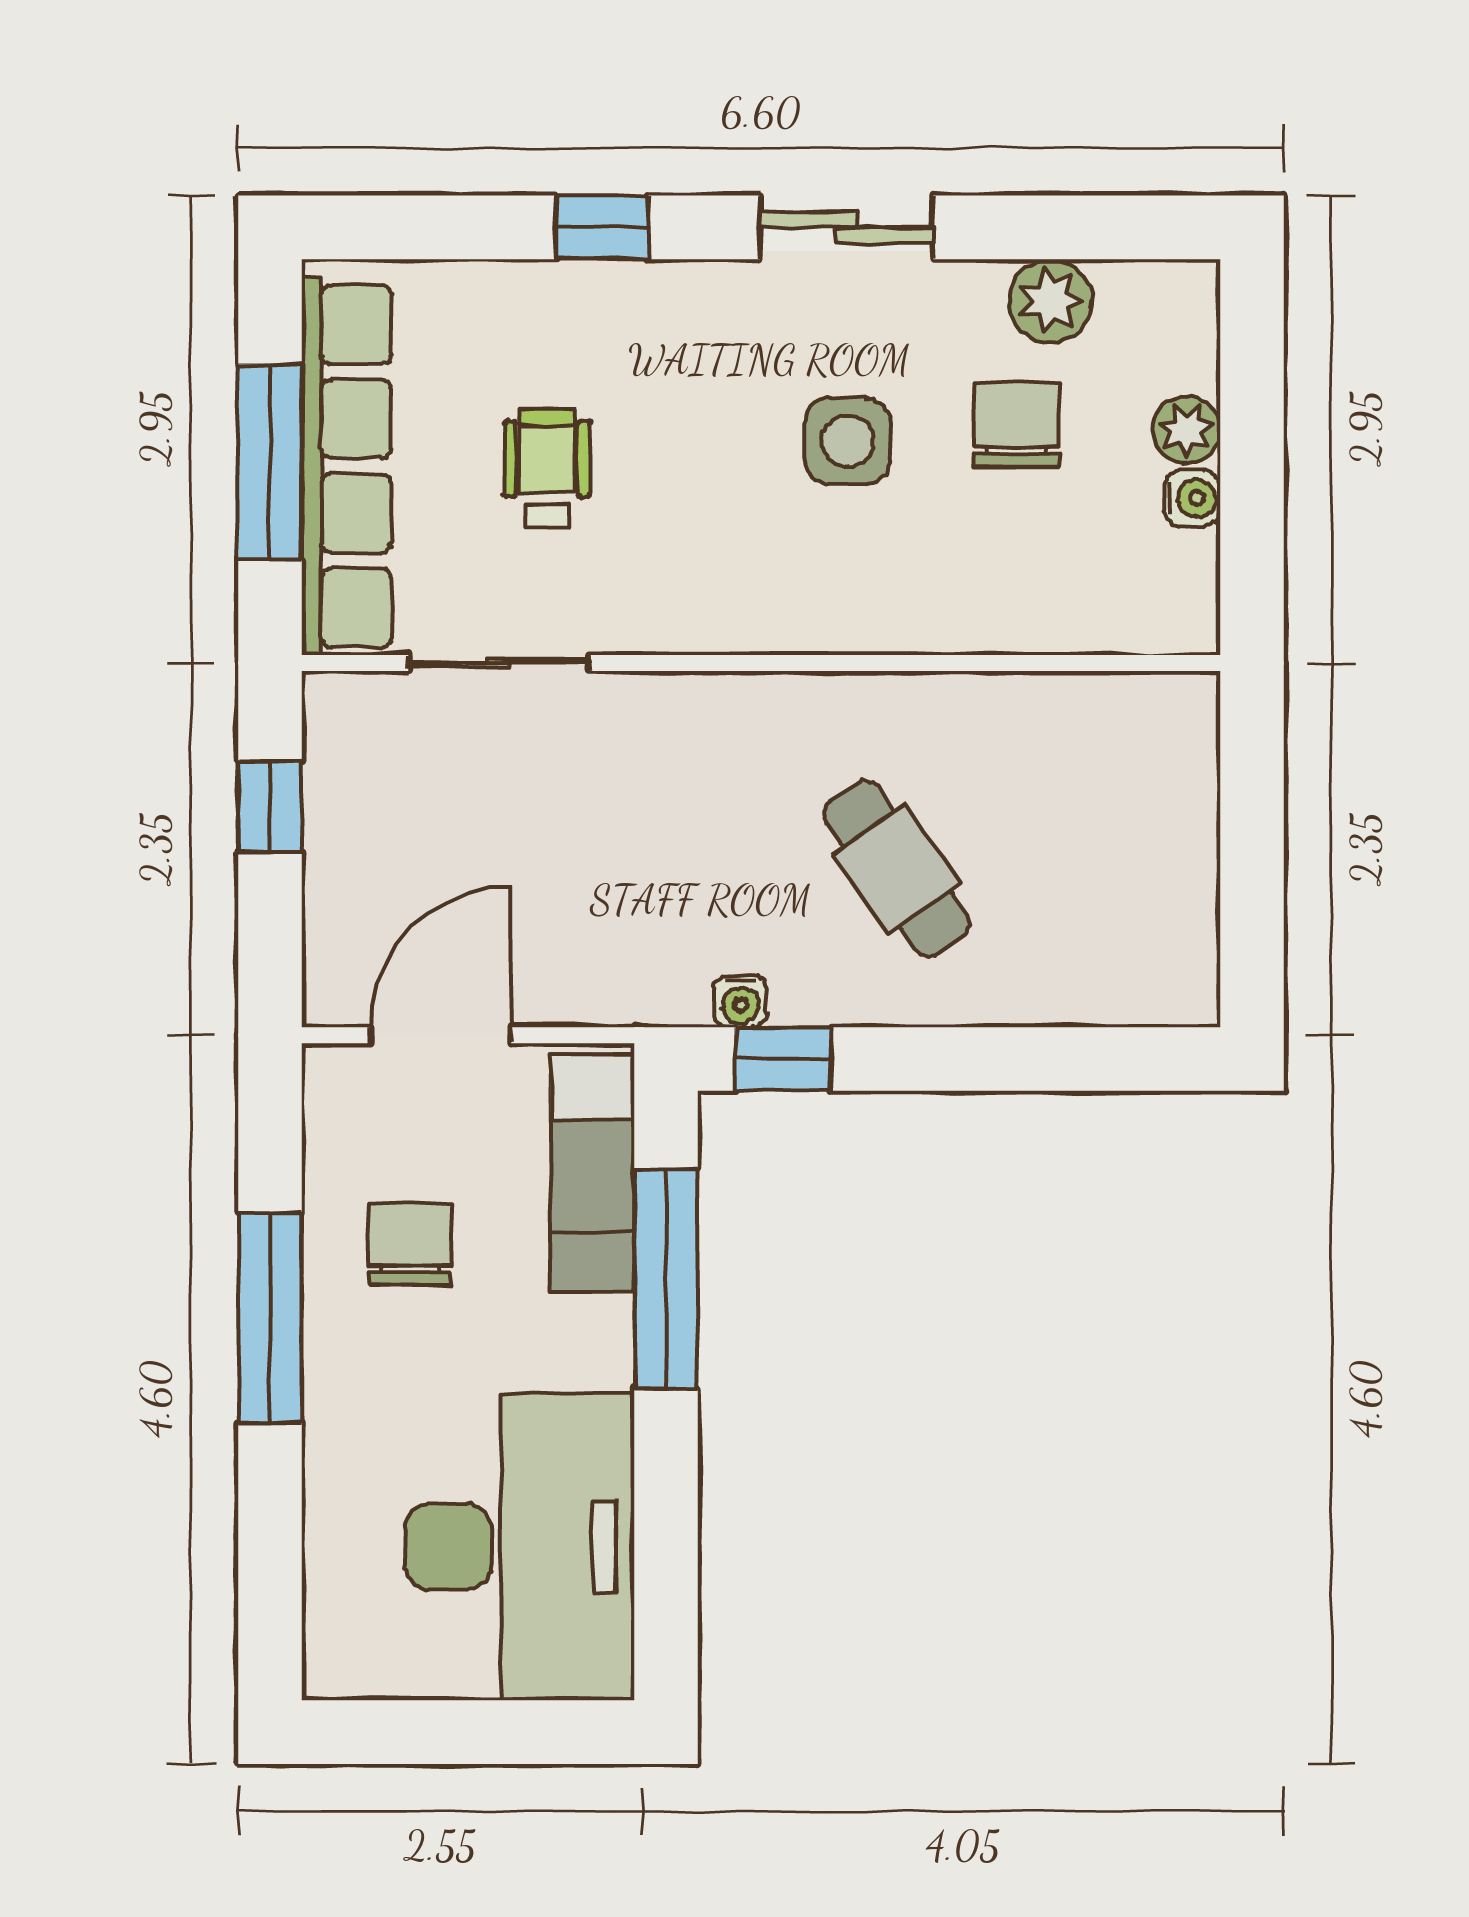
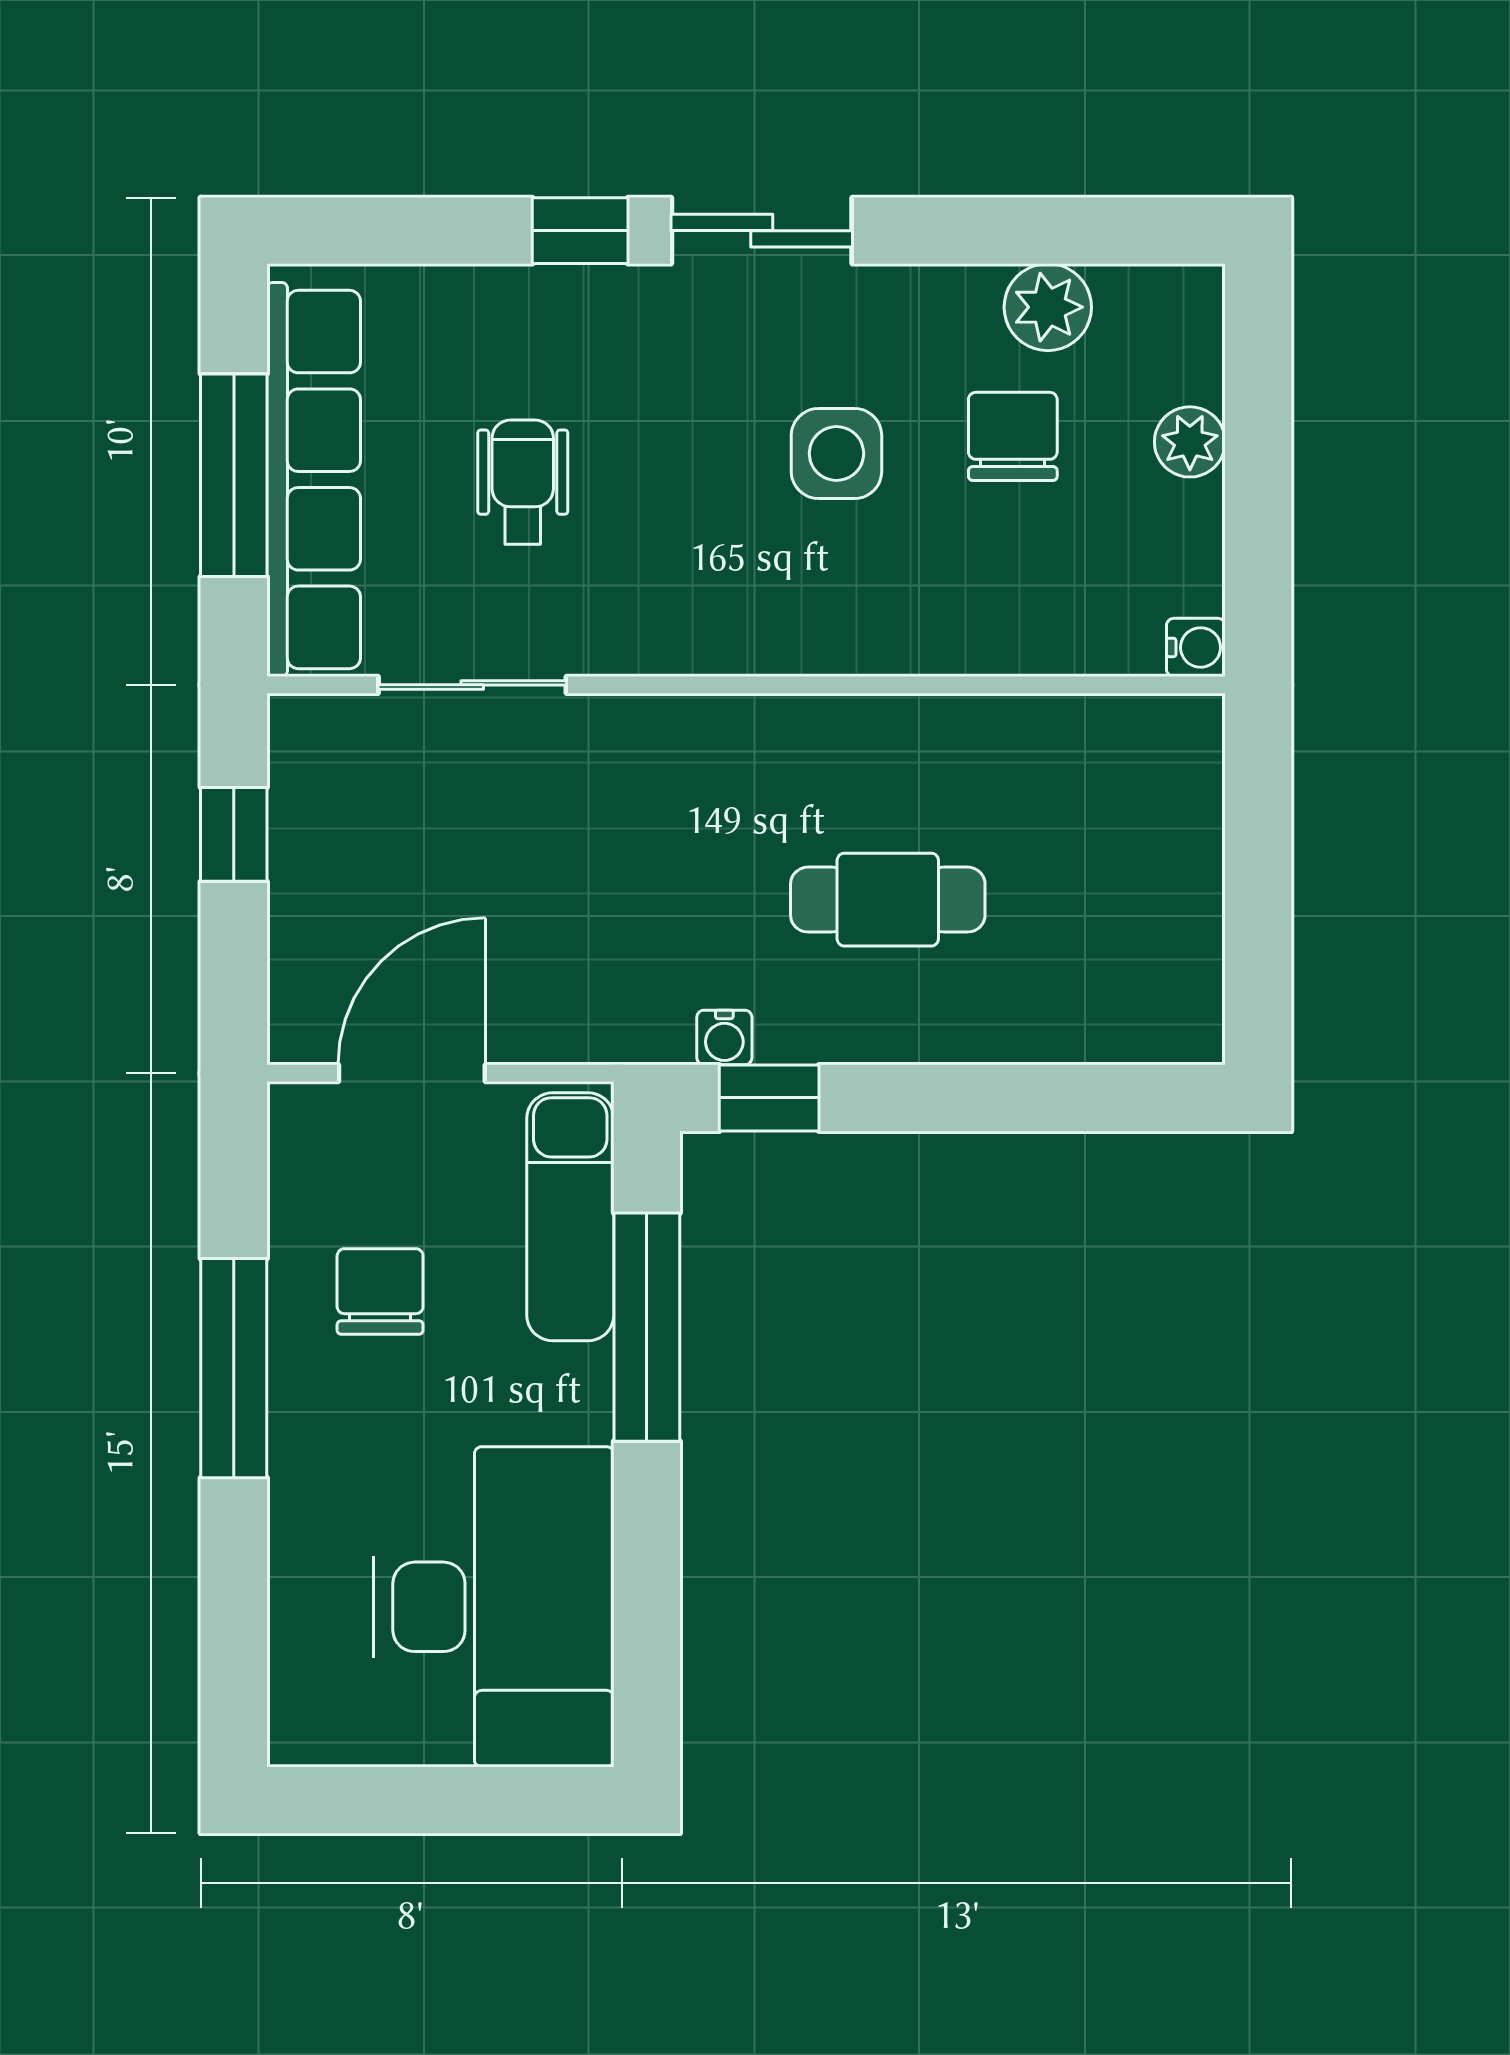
sliding door: (847, 227) -> (762, 231), moved
water cooler: (1192, 498) -> (1196, 647), moved
cafe table: (897, 869) -> (888, 900), turned -55

